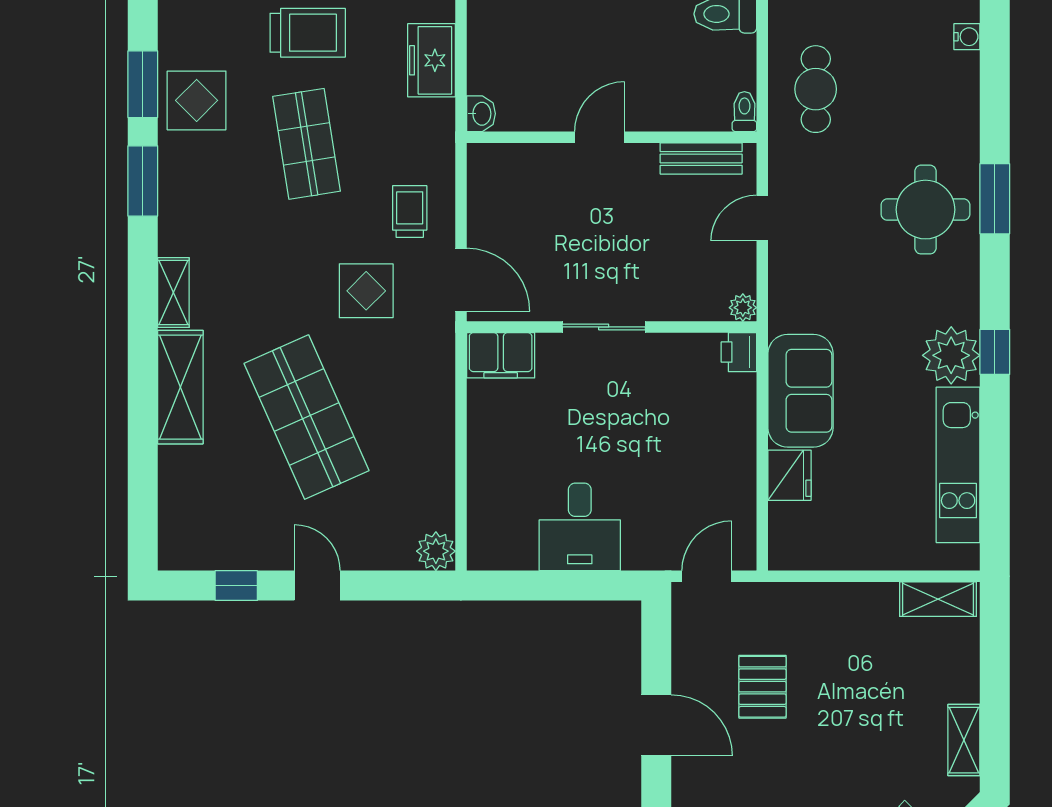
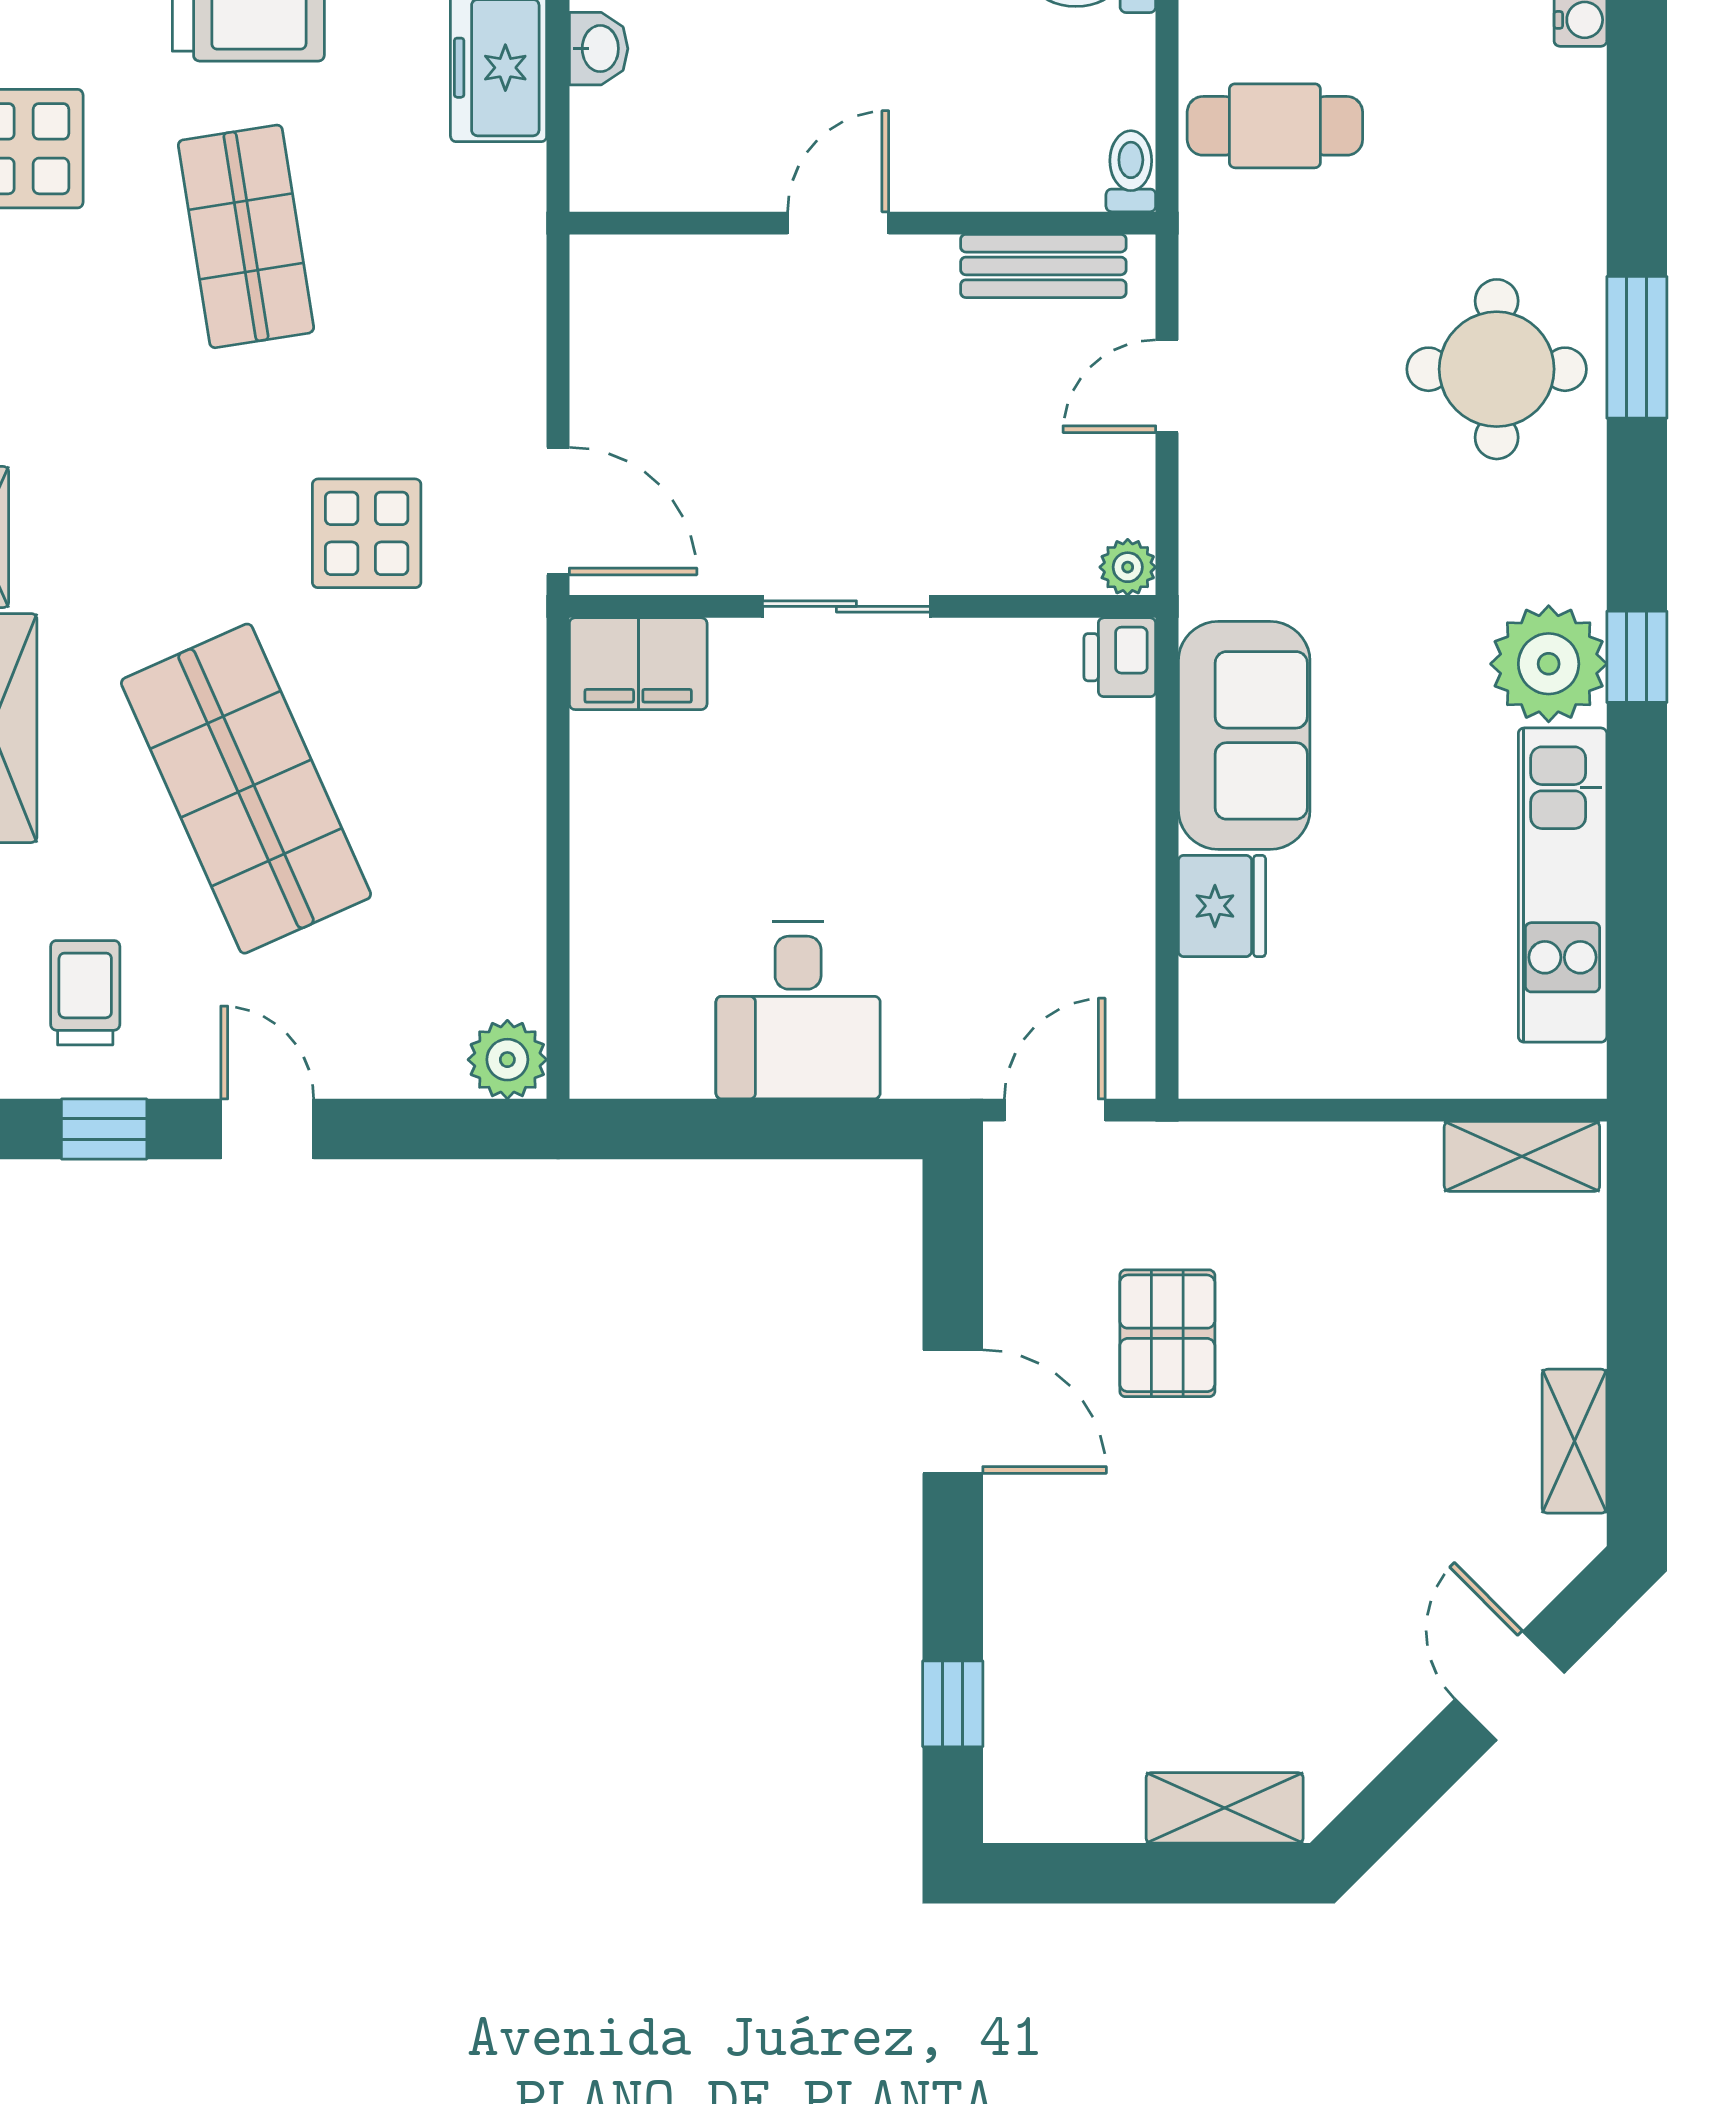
cafe table: (816, 89) -> (1275, 126), turned 90
washbasin: (481, 114) -> (599, 49), moved
trolley: (410, 211) -> (85, 993), moved

